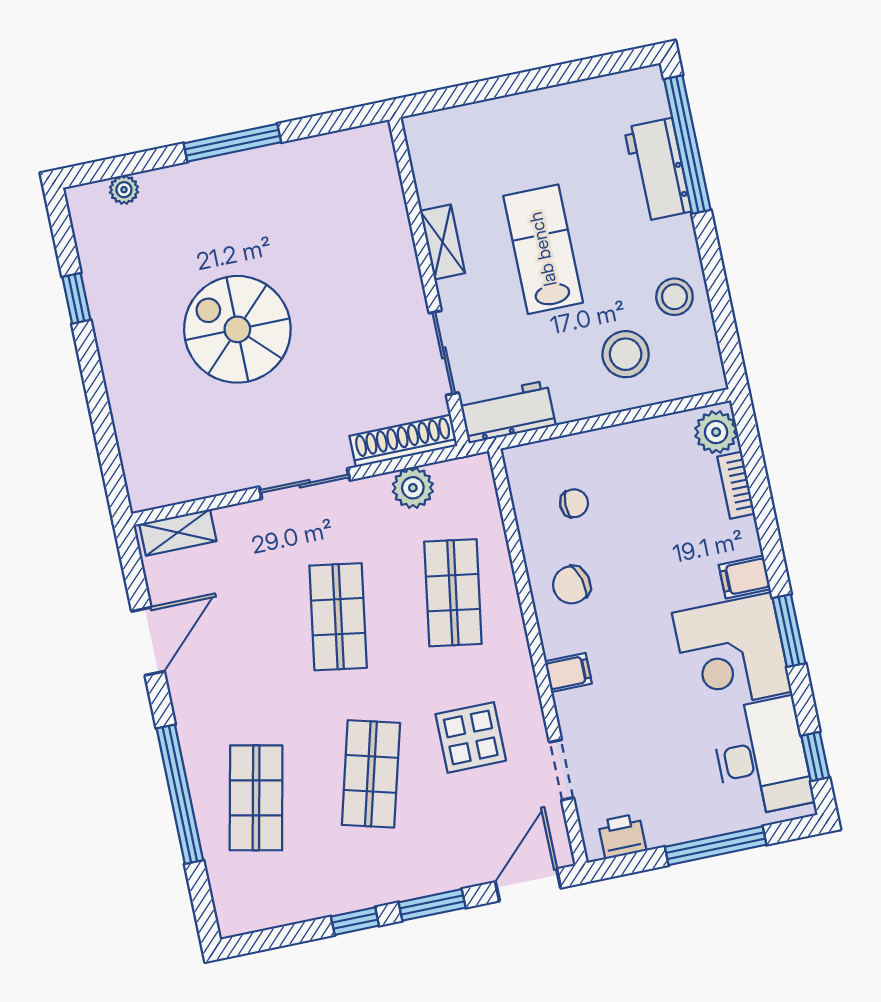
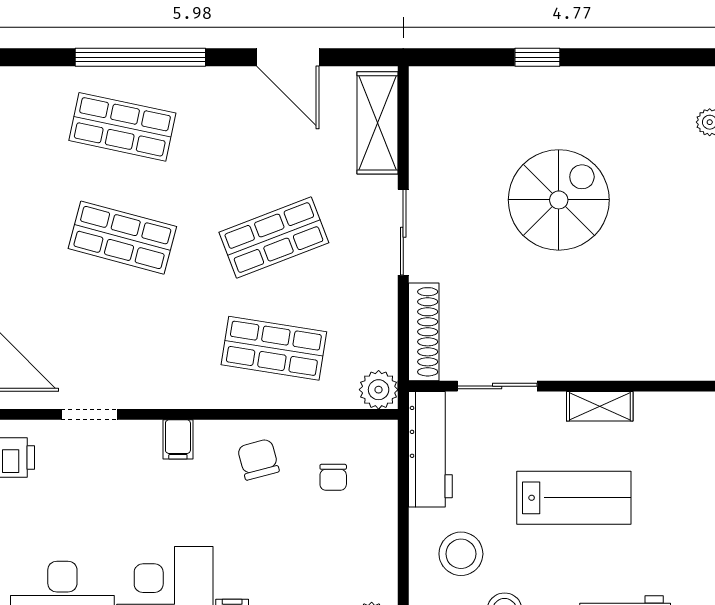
window: (76, 298) -> (537, 57), moved
workbench: (507, 412) -> (430, 449), width x1.38
plant: (413, 488) -> (379, 390), moved
shelving: (178, 532) -> (377, 123), width x1.50, depth x1.33
shop shelf: (338, 617) -> (274, 238), turned -30
display table: (471, 737) -> (137, 337), removed

